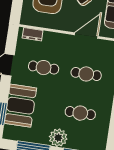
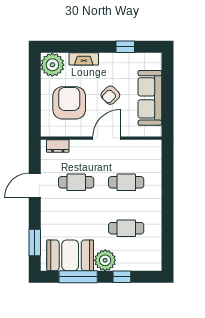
door: (86, 36) -> (107, 138), moved
booth: (20, 106) -> (70, 255), moved, turned 90

